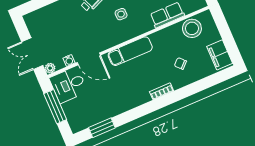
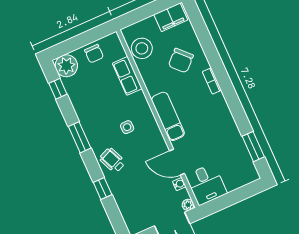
door: (89, 59) -> (177, 162), swing flipped
chair: (180, 63) -> (181, 61), width x1.87, depth x1.87
window: (55, 107) -> (231, 199), removed

